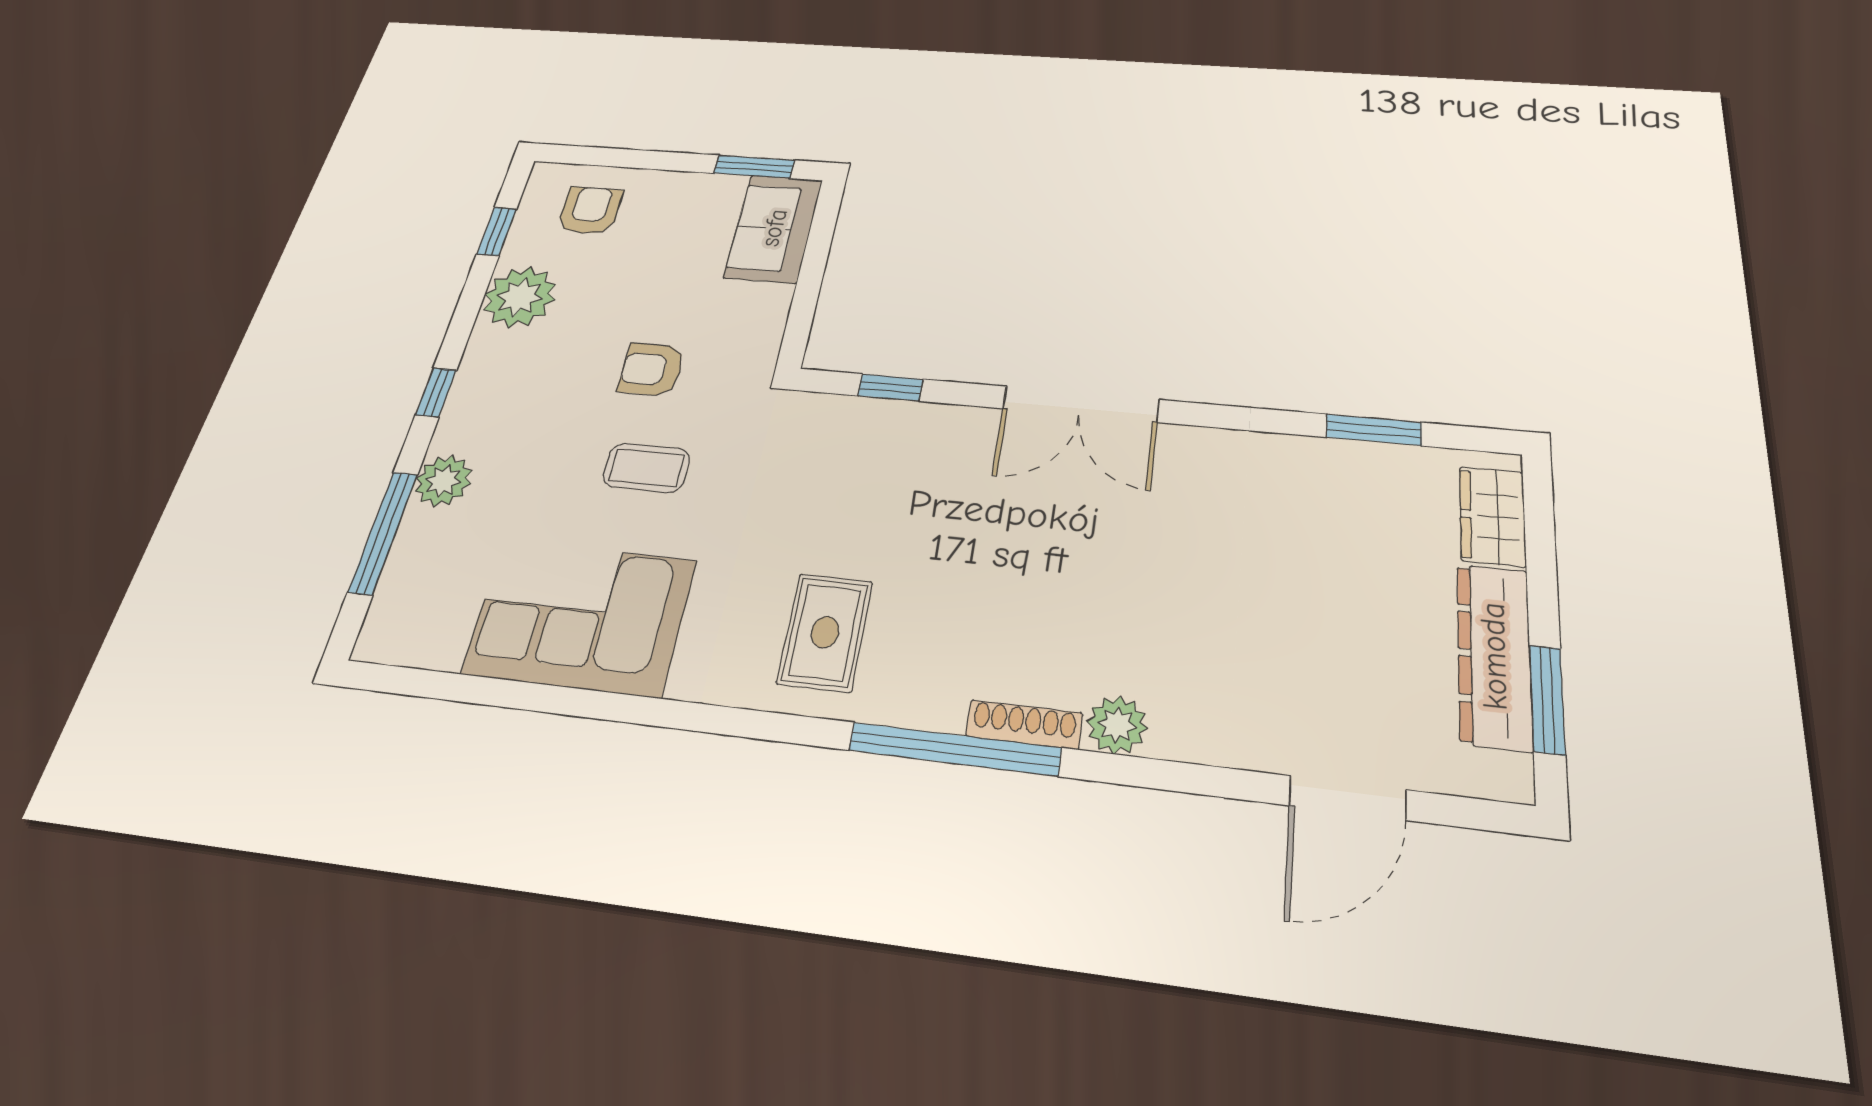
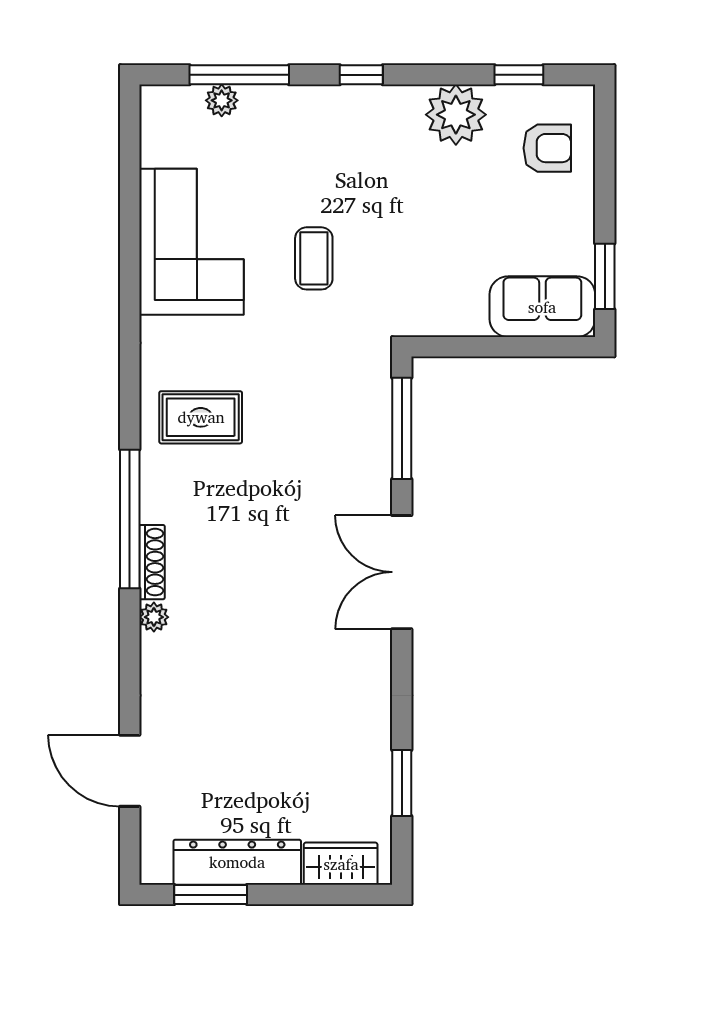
armchair: (652, 369) -> (399, 240), removed
window: (890, 387) -> (402, 428), width x2.17
plant: (443, 481) -> (222, 100), moved, width x0.73, depth x0.73
plant: (1117, 725) -> (154, 617), width x0.73, depth x0.73

